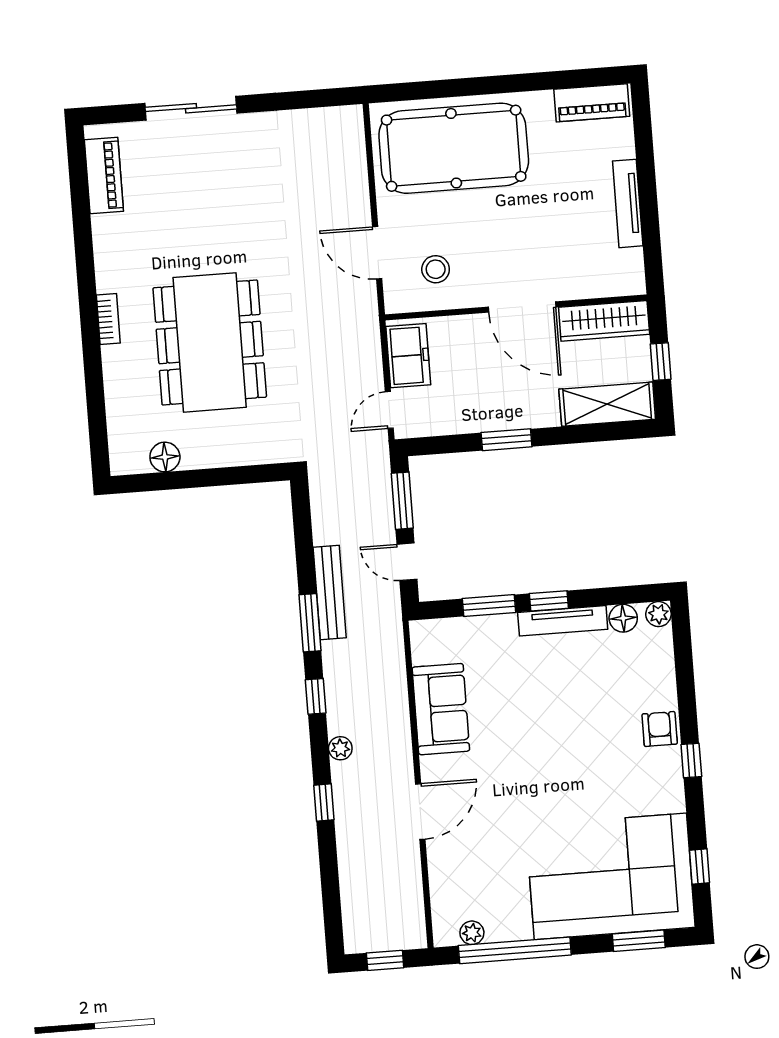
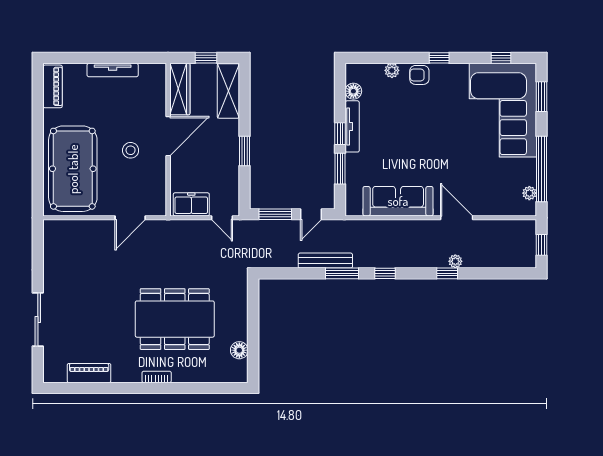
piano: (104, 176) -> (89, 373), moved
stool: (436, 269) -> (131, 150), moved
plant: (658, 614) -> (392, 70), moved
sofa: (441, 709) -> (398, 201), width x1.36
plant: (340, 748) -> (455, 261), moved

